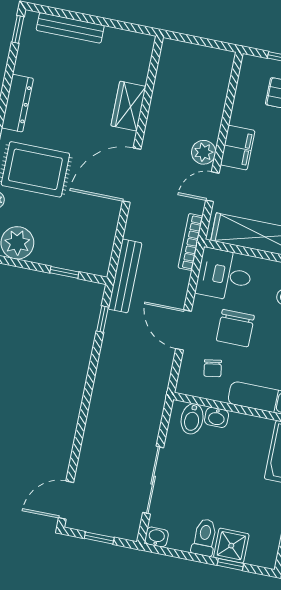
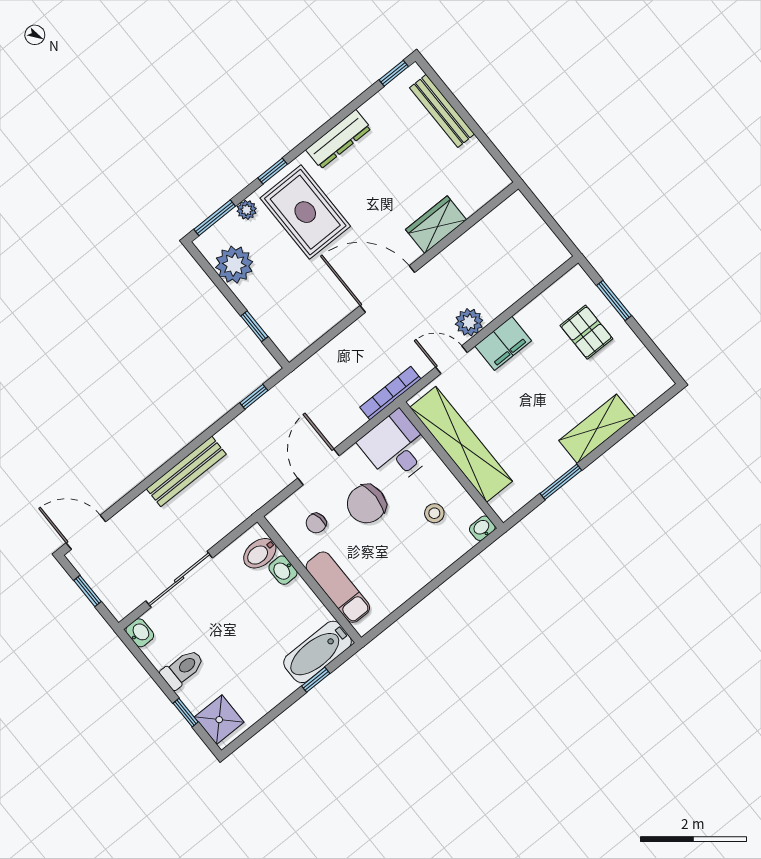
bench: (125, 276) -> (186, 471), moved
shower: (231, 546) -> (219, 720), moved

